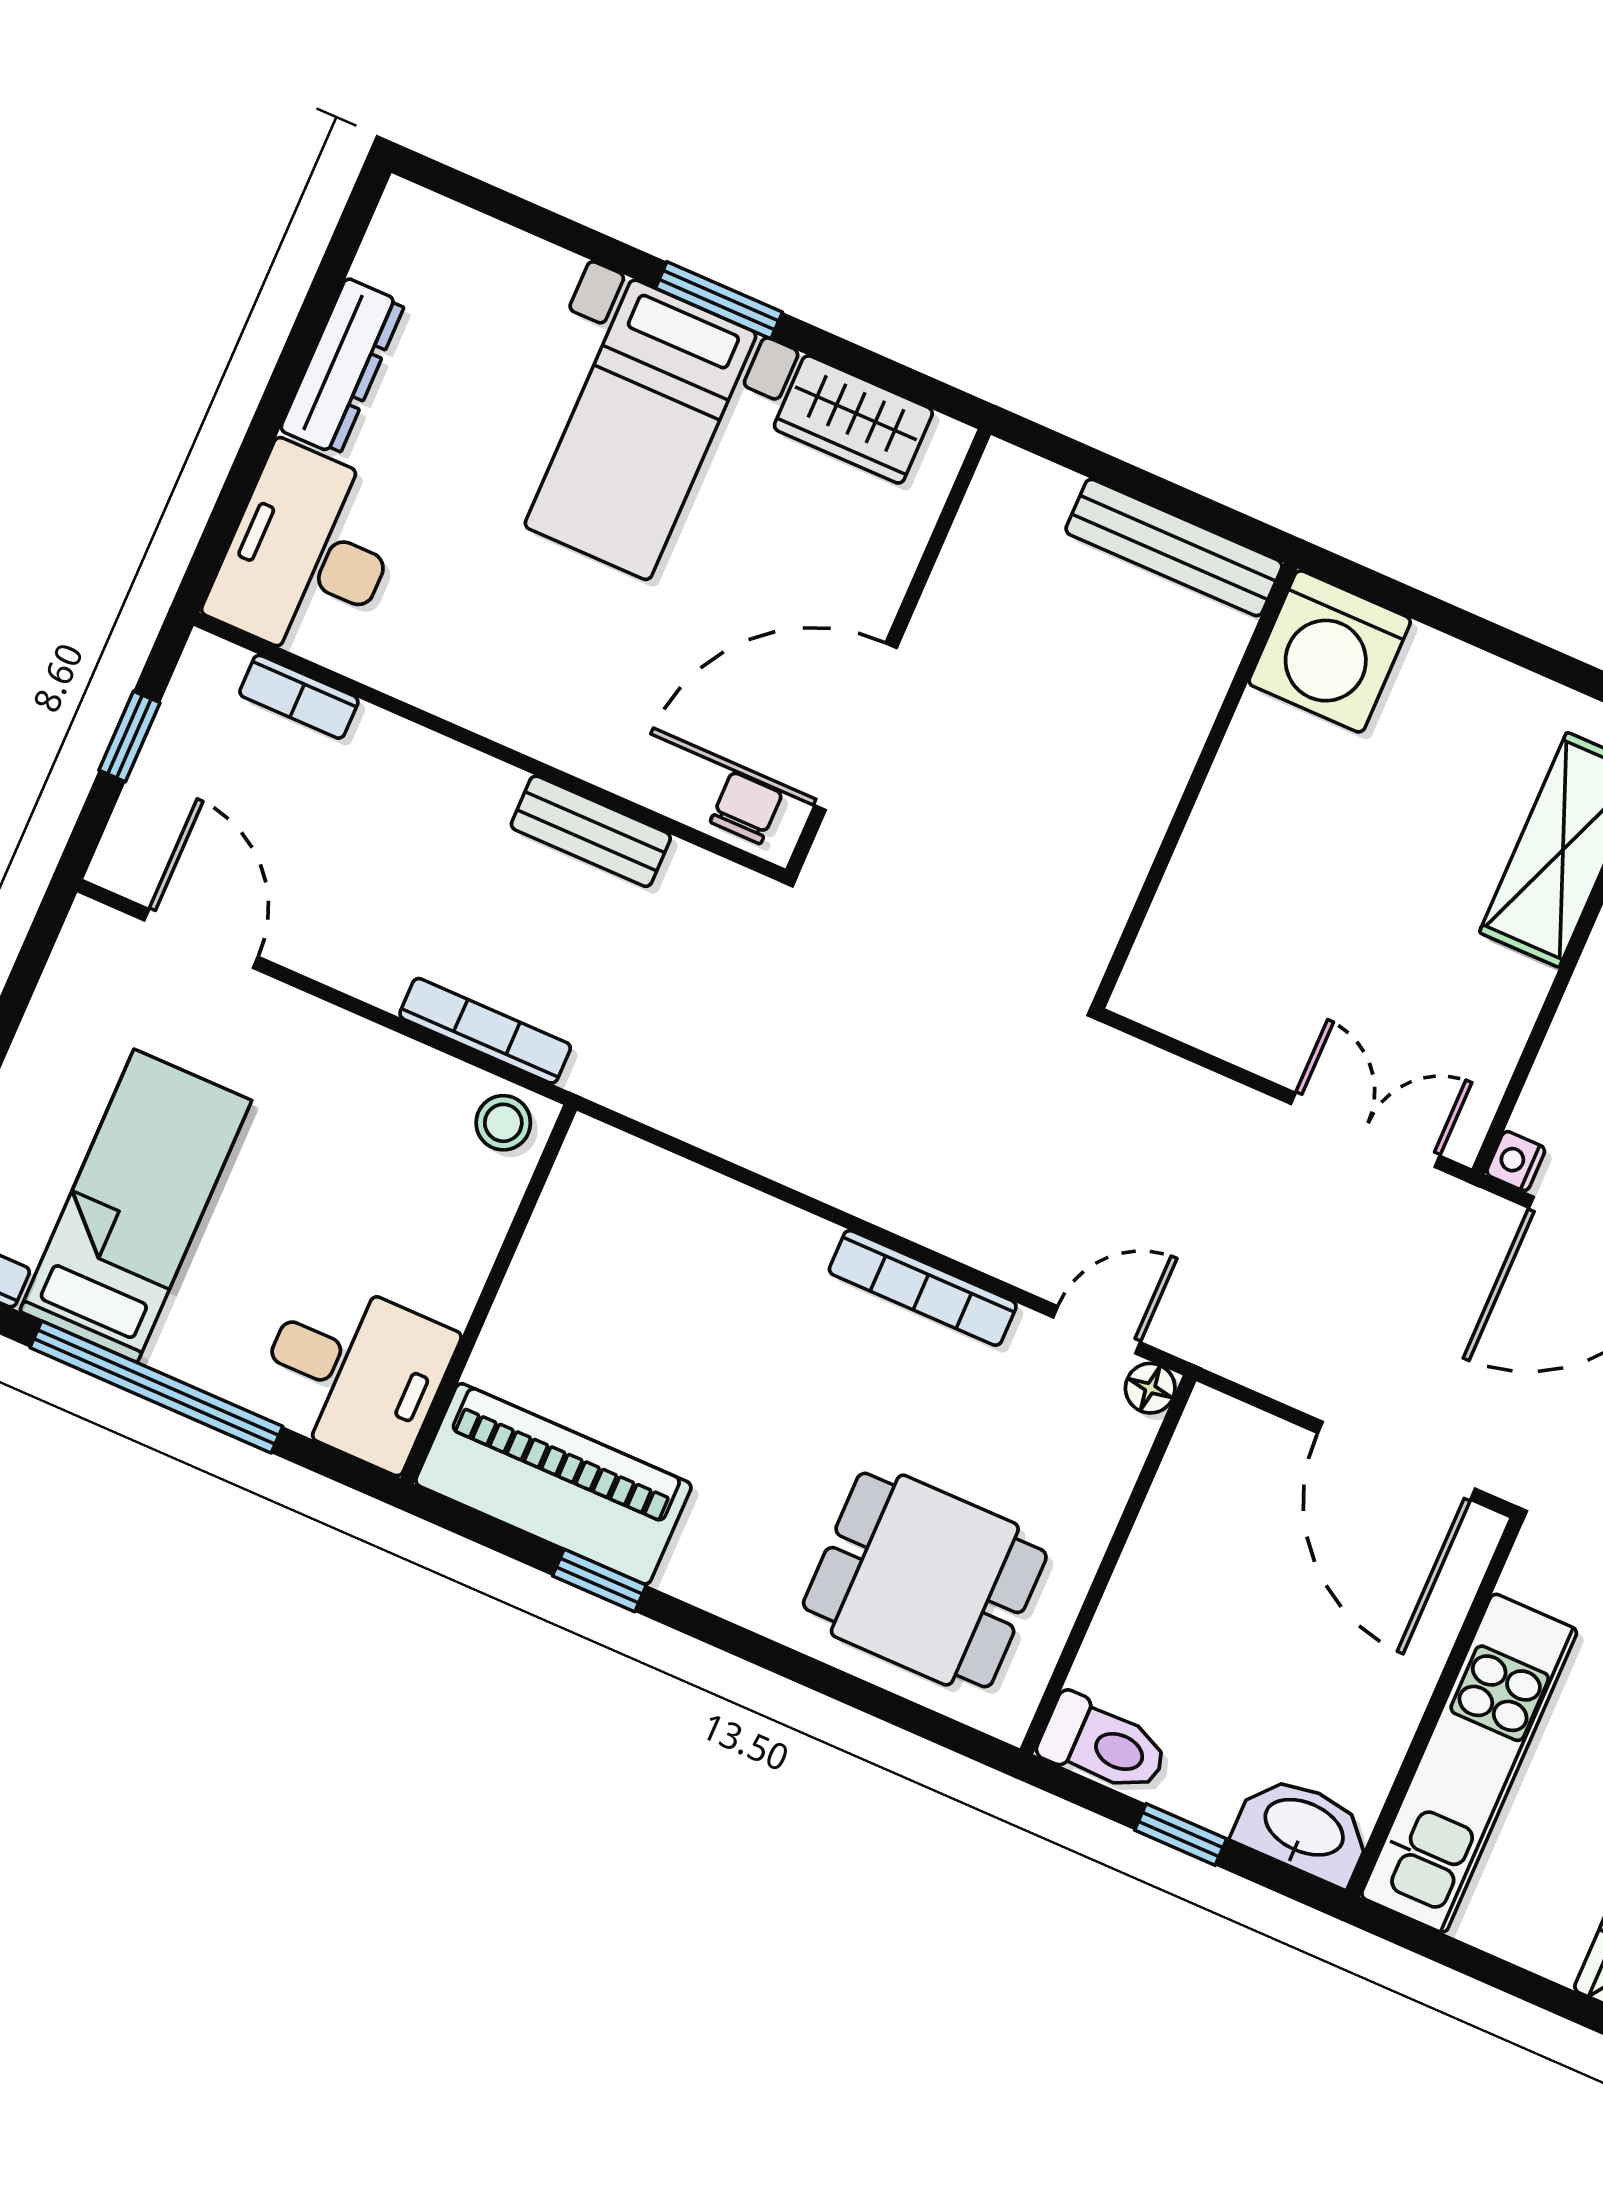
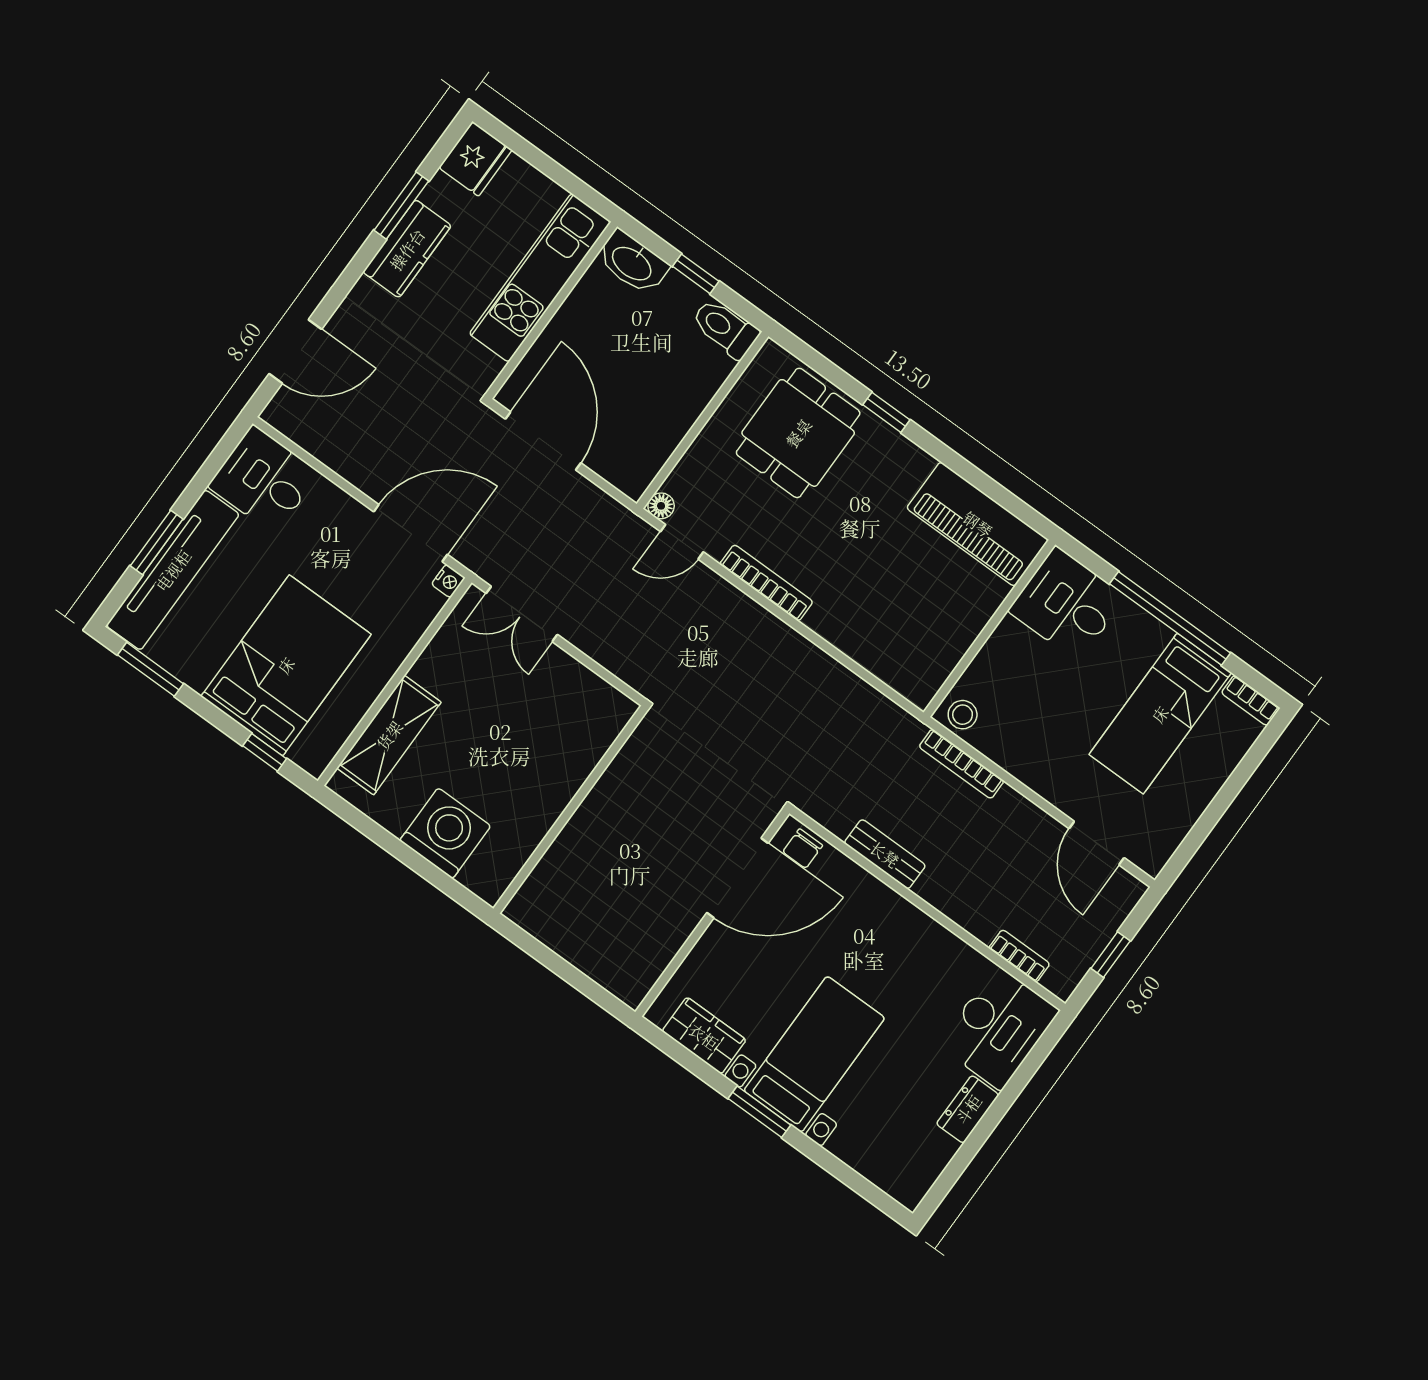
dresser: (343, 367) -> (968, 1109), width x0.70
bench: (1174, 548) -> (554, 934), removed
washing machine: (1330, 651) -> (445, 833), moved
dining table: (925, 1580) -> (798, 433), turned 90
window: (599, 1581) -> (886, 412), moved

